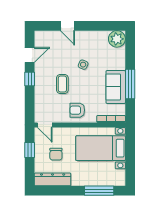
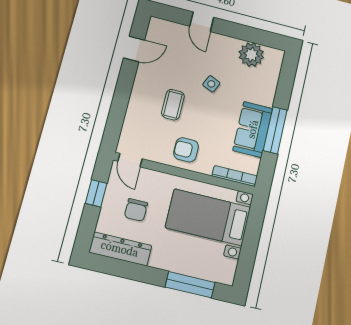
plant: (117, 39) -> (251, 55), moved
window: (30, 79) -> (125, 85), removed

